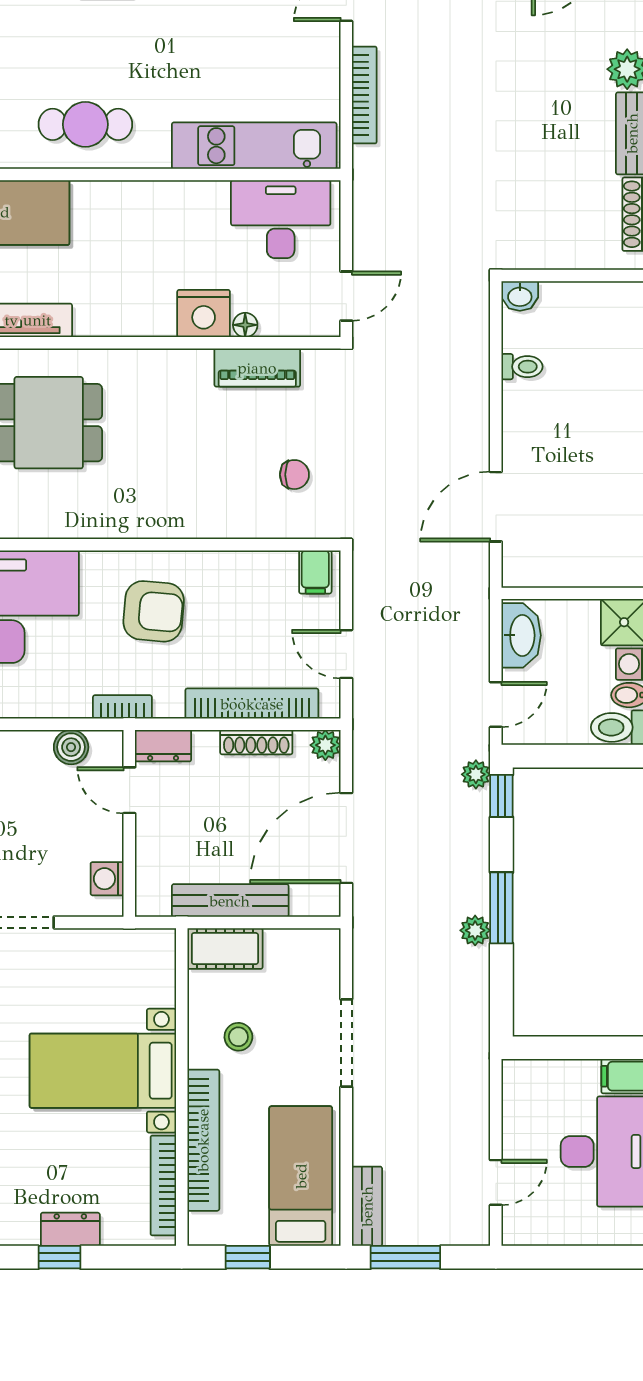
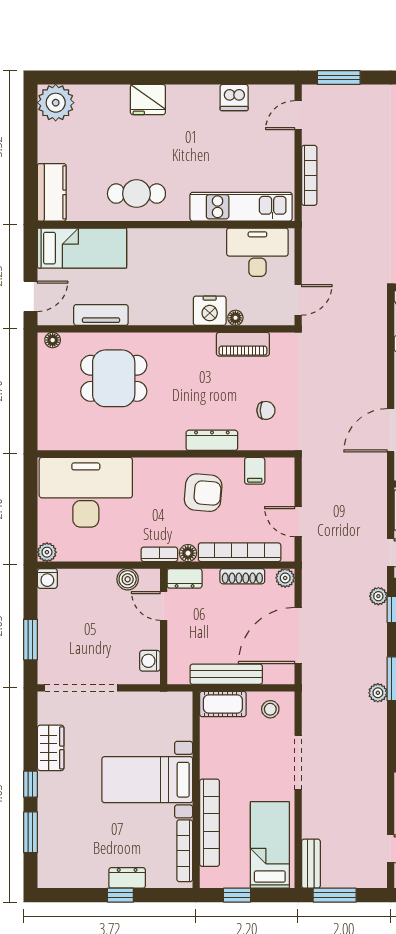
dresser: (207, 523) -> (212, 440), added
filing cabinet: (315, 572) -> (255, 471), moved
armchair: (154, 611) -> (203, 493), moved
floor lamp: (169, 705) -> (188, 553), added
stool: (238, 1037) -> (270, 709), moved

